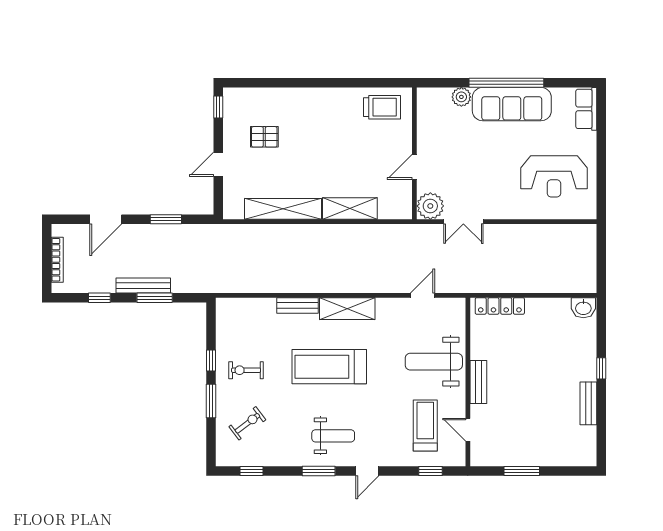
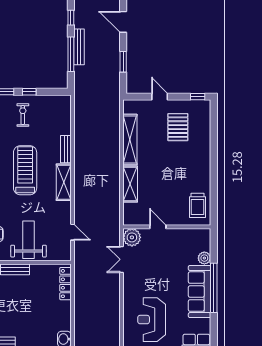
pallet: (264, 137) -> (178, 127), width x1.50, depth x1.42
window: (155, 298) -> (71, 54), width x1.44

